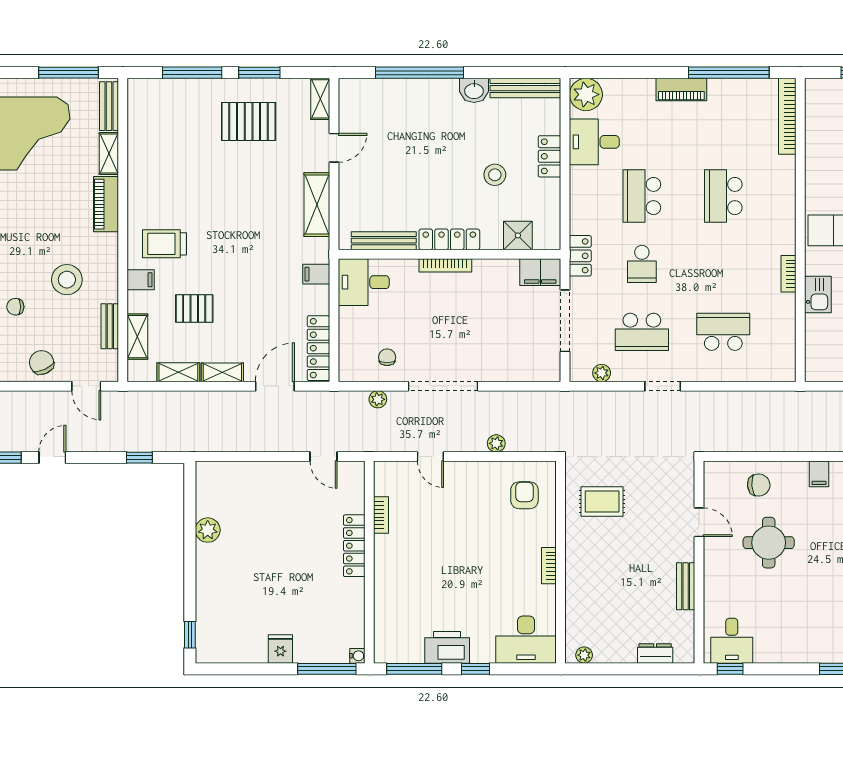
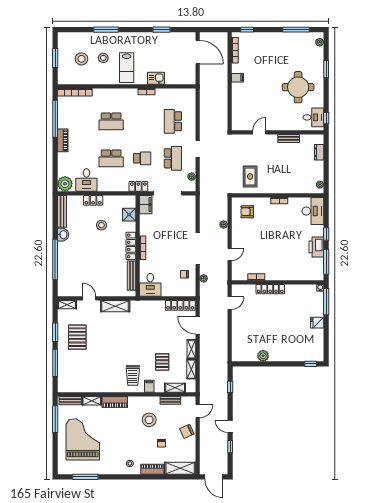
filing cabinet: (316, 274) -> (147, 306), removed
chair: (759, 485) -> (243, 105), removed
round table: (769, 543) -> (298, 87), moved, width x1.36, depth x1.36

